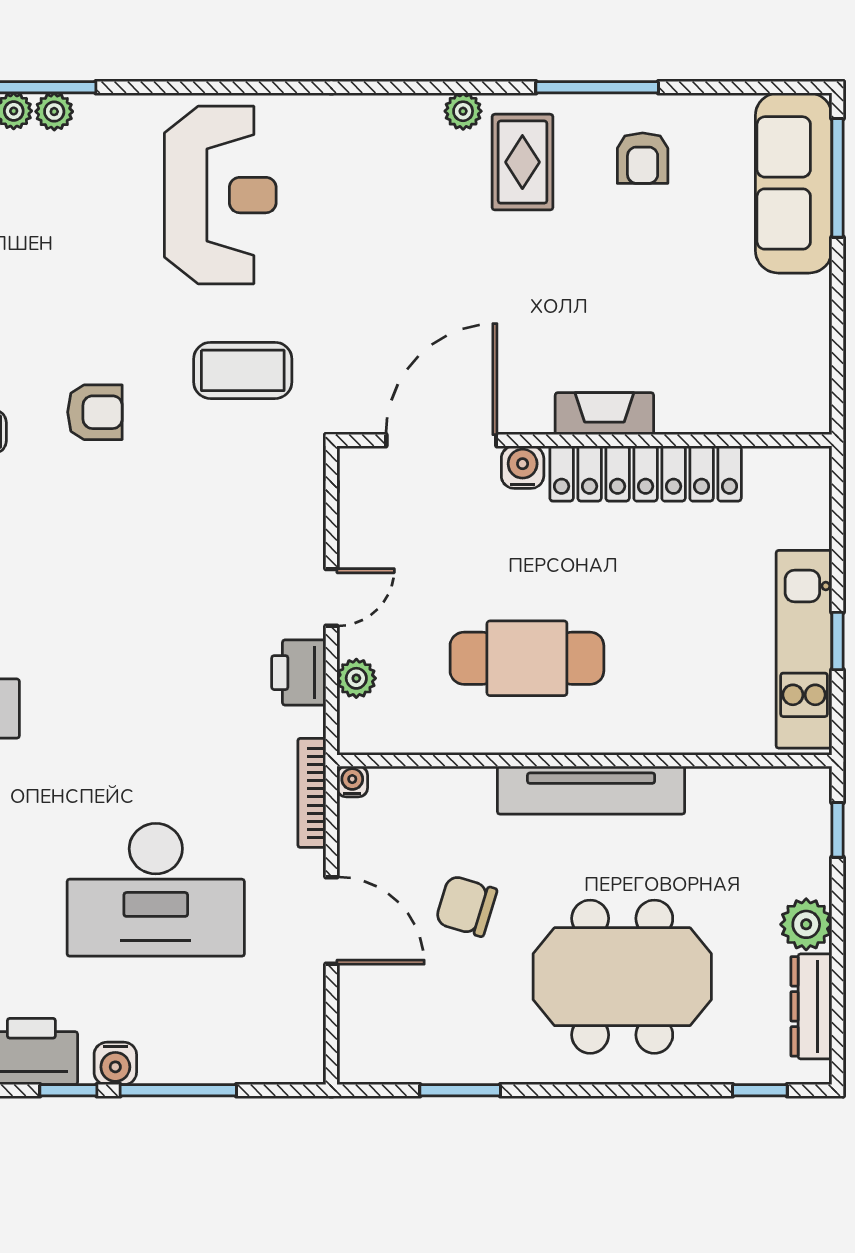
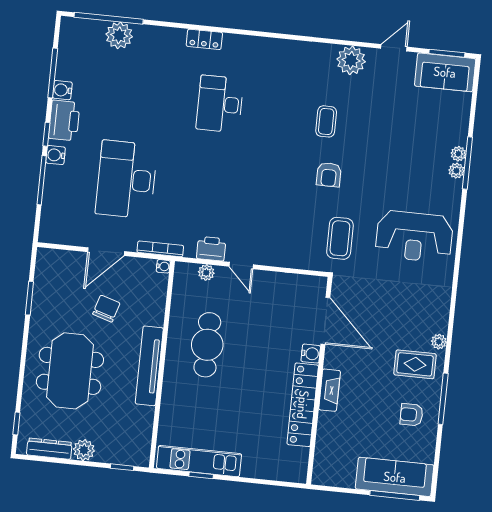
fireplace: (604, 414) -> (330, 390), moved
door: (441, 440) -> (325, 321), moved
wall: (584, 440) -> (319, 381), moved
water cooler: (523, 467) -> (311, 354), moved
locker: (646, 474) -> (303, 405), moved

